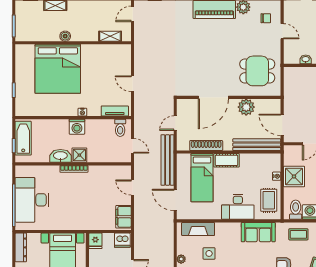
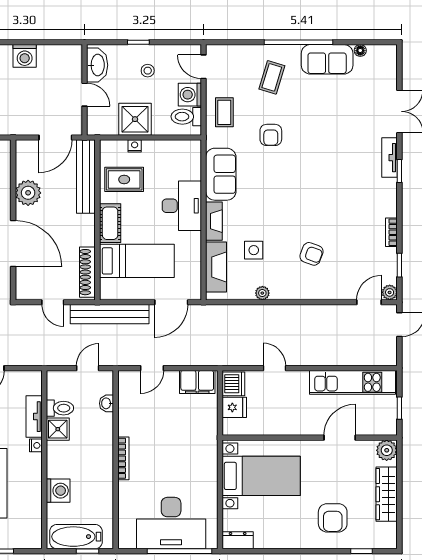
tv unit: (115, 111) -> (34, 417), moved
washing machine: (77, 127) -> (58, 491), moved
toilet: (120, 128) -> (60, 408), moved
shoe rack: (206, 146) -> (87, 272), moved
shower: (79, 155) -> (58, 429), moved
washbasin: (60, 156) -> (106, 403), moved, width x0.52, depth x0.69
rug: (269, 200) -> (124, 179), moved
fireplace: (228, 228) -> (214, 221), added
fridge: (95, 241) -> (234, 407), moved
dresser: (21, 247) -> (238, 540), width x0.70

